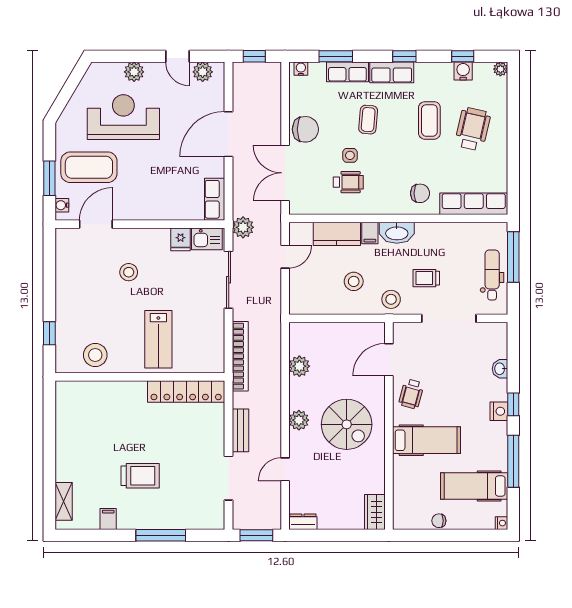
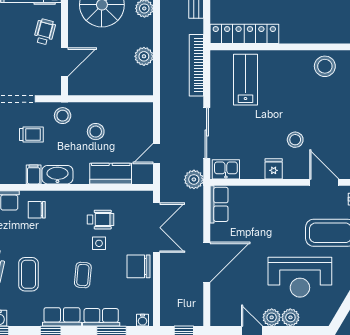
plant: (203, 72) -> (272, 317), moved
wheelchair: (348, 182) -> (101, 220), turned 180
door: (96, 224) -> (324, 182), swing flipped
filing cabinet: (370, 233) -> (34, 174), moved
fridge: (181, 239) -> (274, 169), moved
lab bench: (158, 339) -> (245, 80), moved

